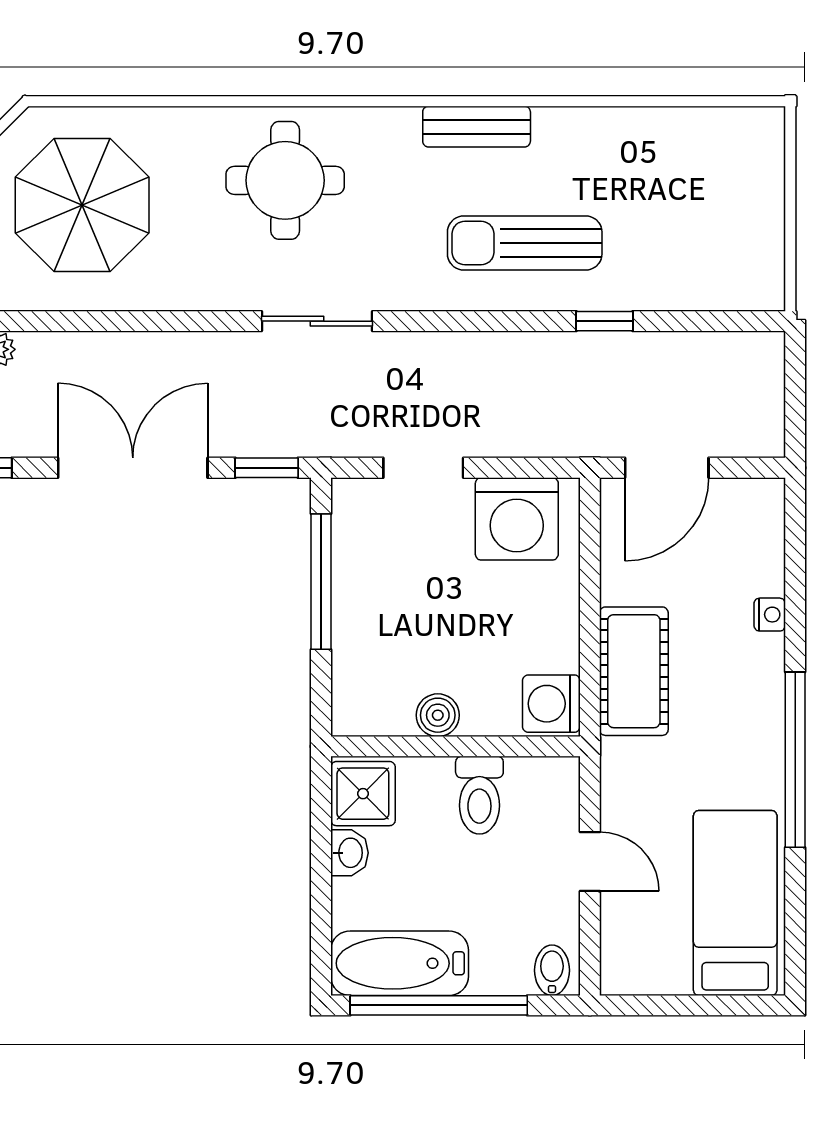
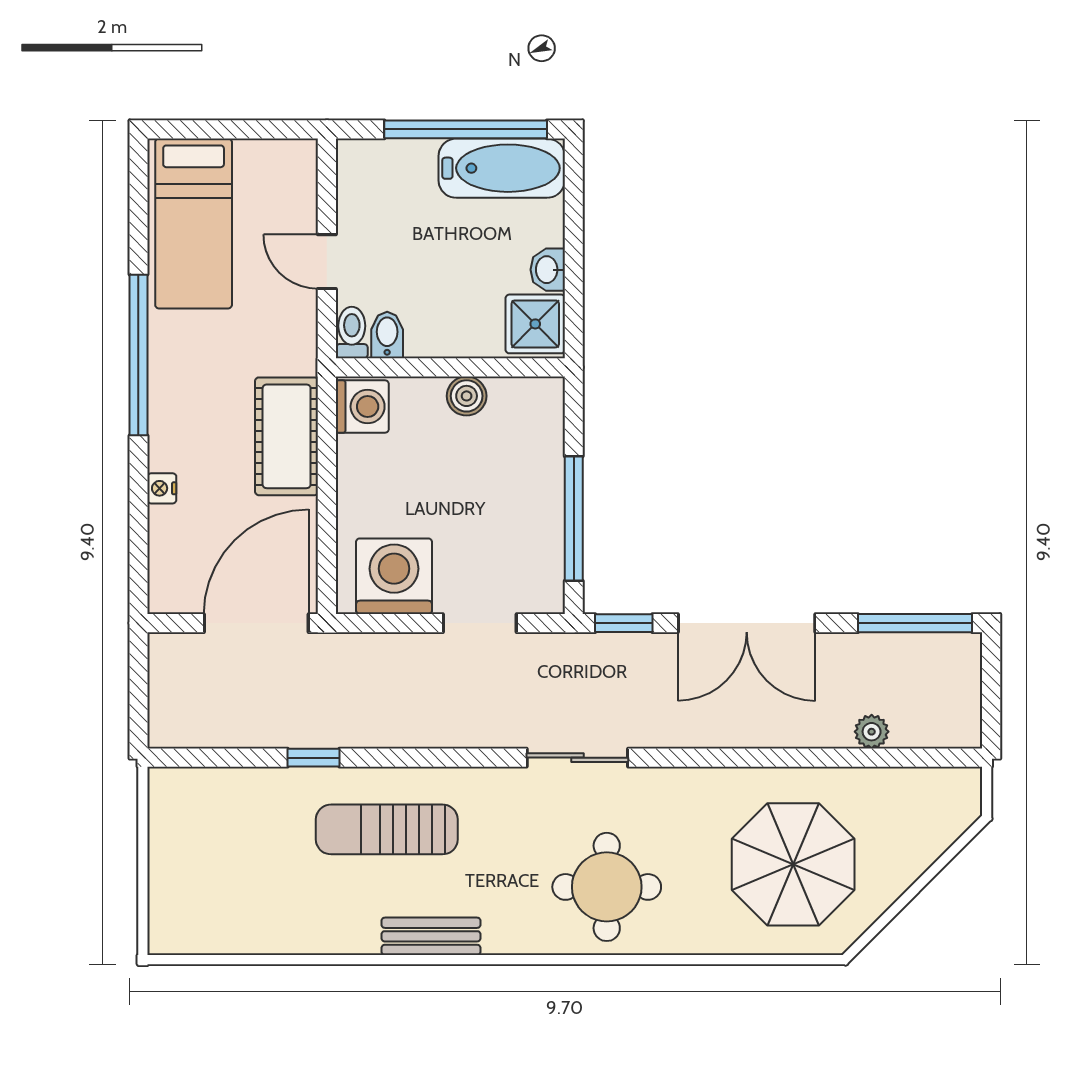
sun lounger: (525, 243) -> (387, 829), turned 180
door: (667, 468) -> (256, 623), width x1.36
toilet: (479, 795) -> (352, 332), moved, width x0.73, depth x0.72
bidet: (552, 970) -> (387, 335), moved, turned 180

